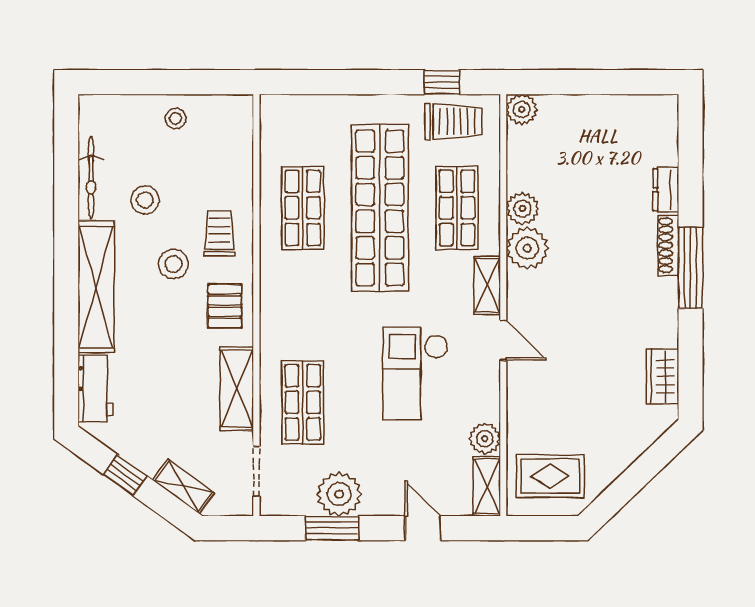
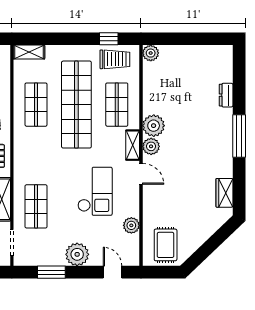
plant: (522, 209) -> (151, 146), moved
shoe rack: (668, 245) -> (227, 124), removed
checkout: (415, 374) -> (95, 191), turned 180
rug: (550, 476) -> (166, 245), turned 90
shelving: (487, 486) -> (29, 52), moved, turned 90
plant: (339, 494) -> (77, 254), moved
door: (423, 528) -> (113, 272), moved

